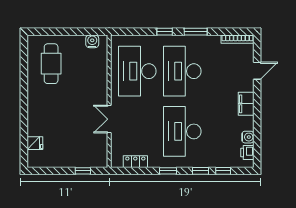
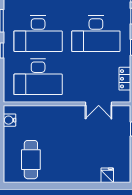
cafe table: (51, 64) -> (31, 160), turned 90
double door: (109, 119) -> (99, 104), moved

